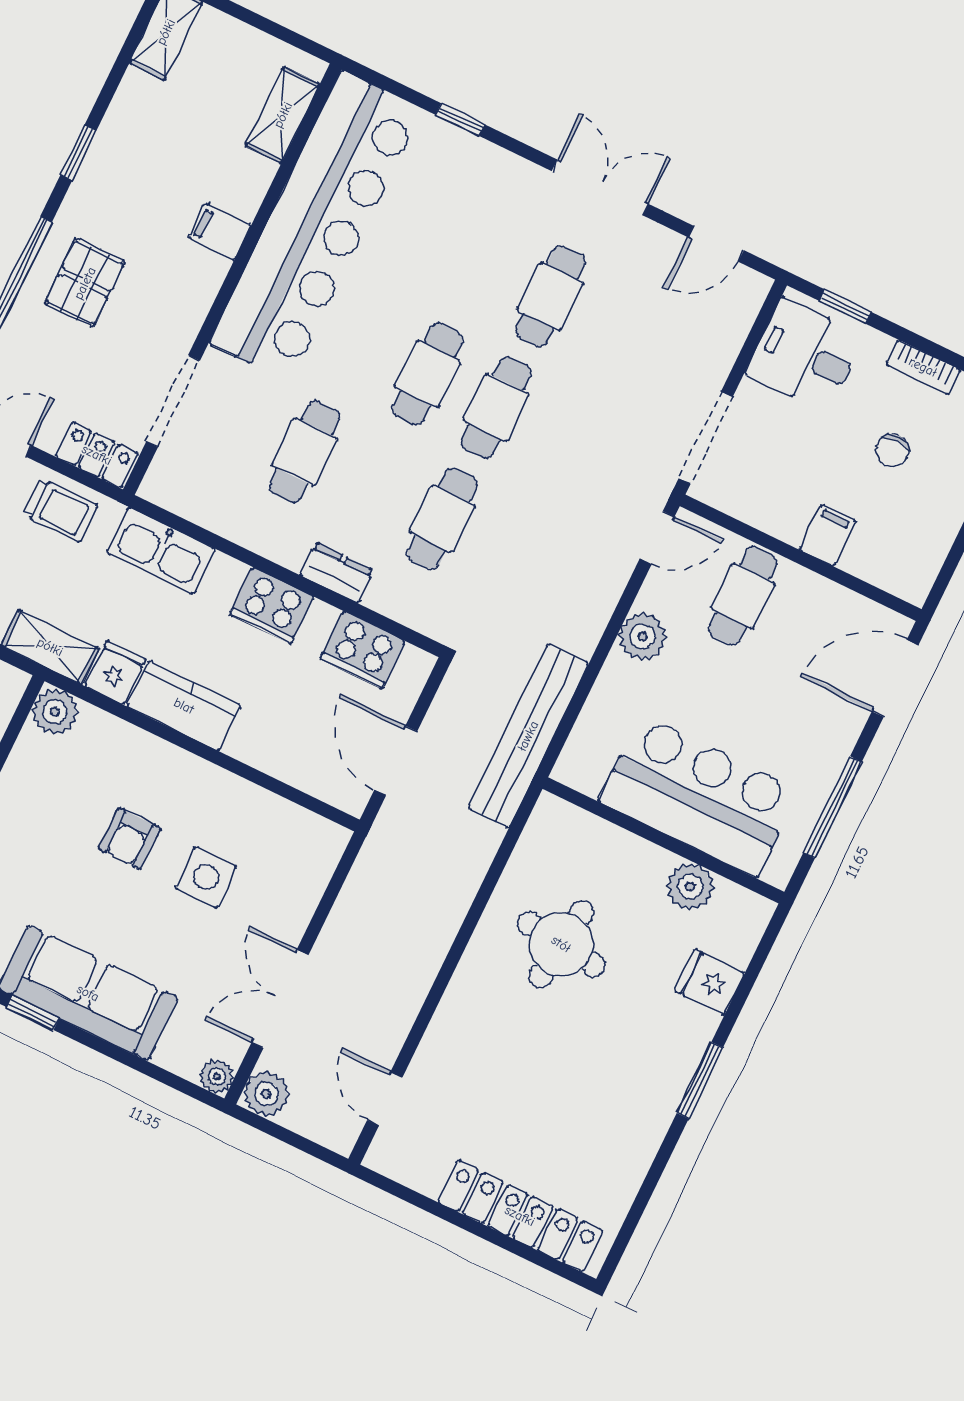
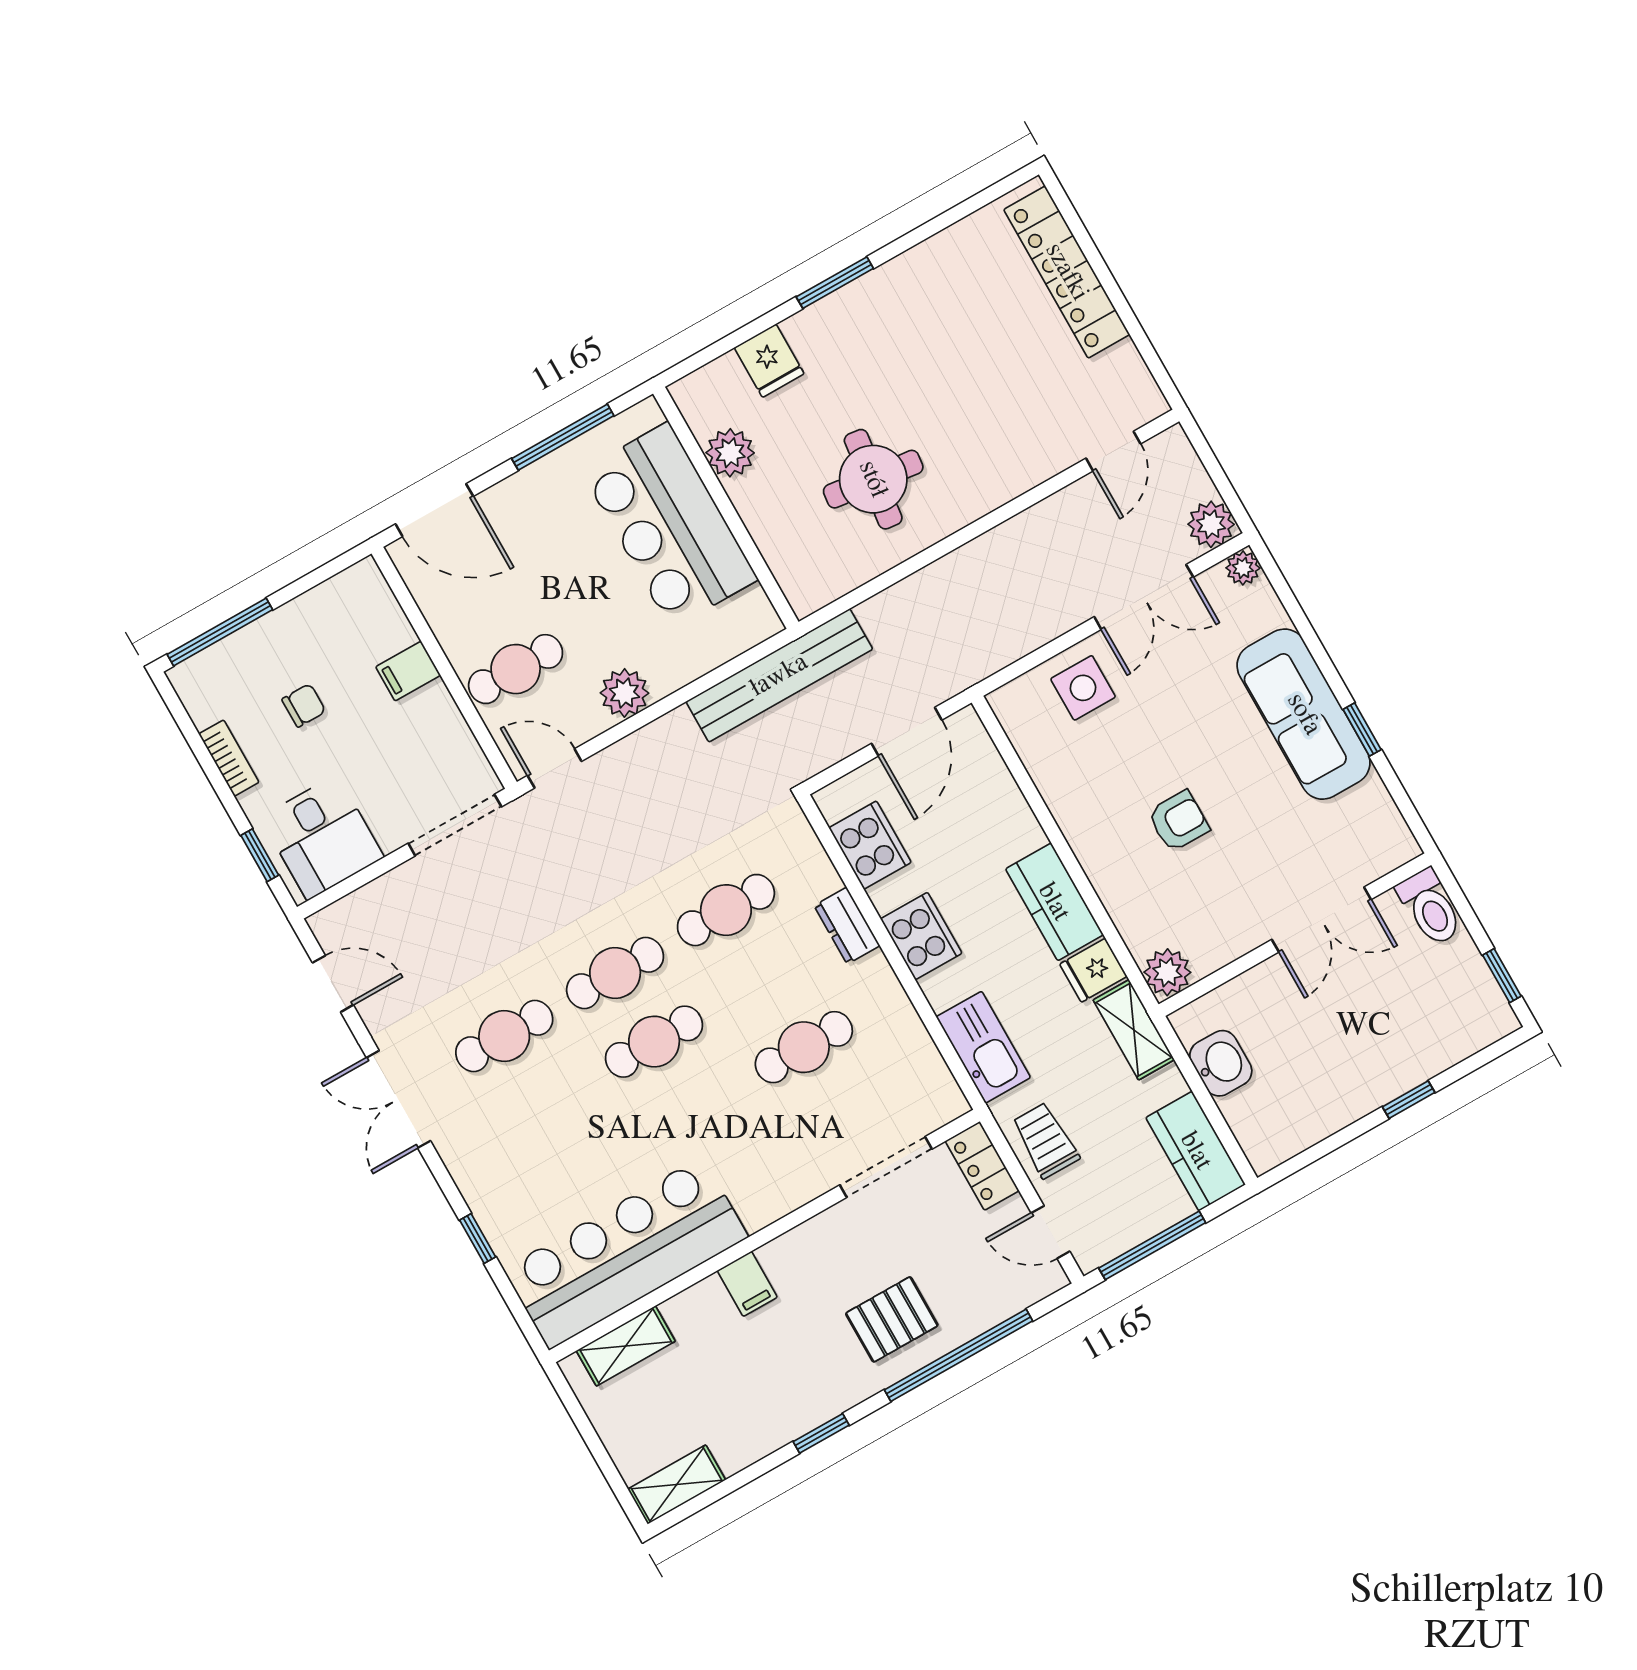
bar counter: (316, 226) -> (626, 1253), width x0.73
side table: (206, 877) -> (1083, 688), moved

